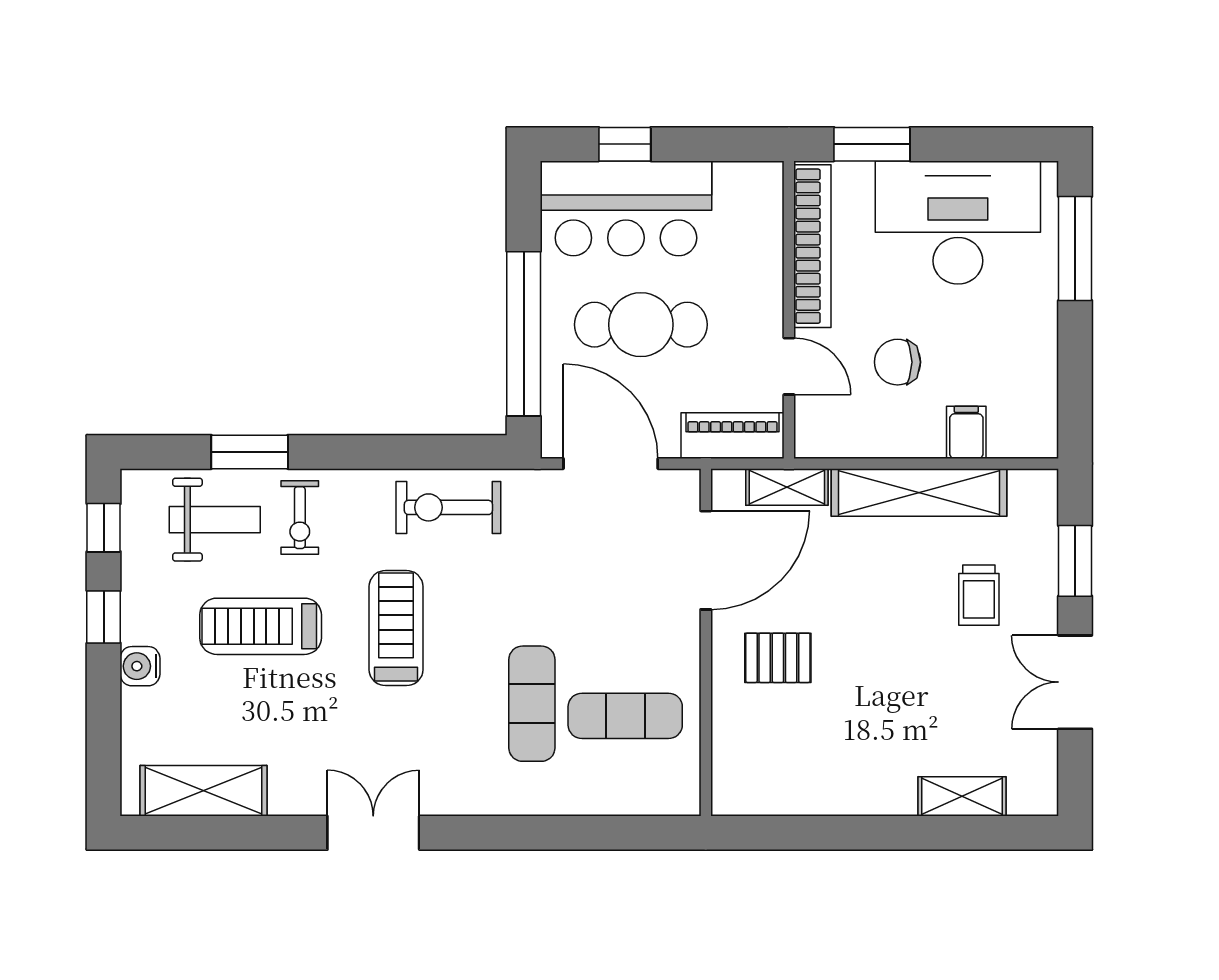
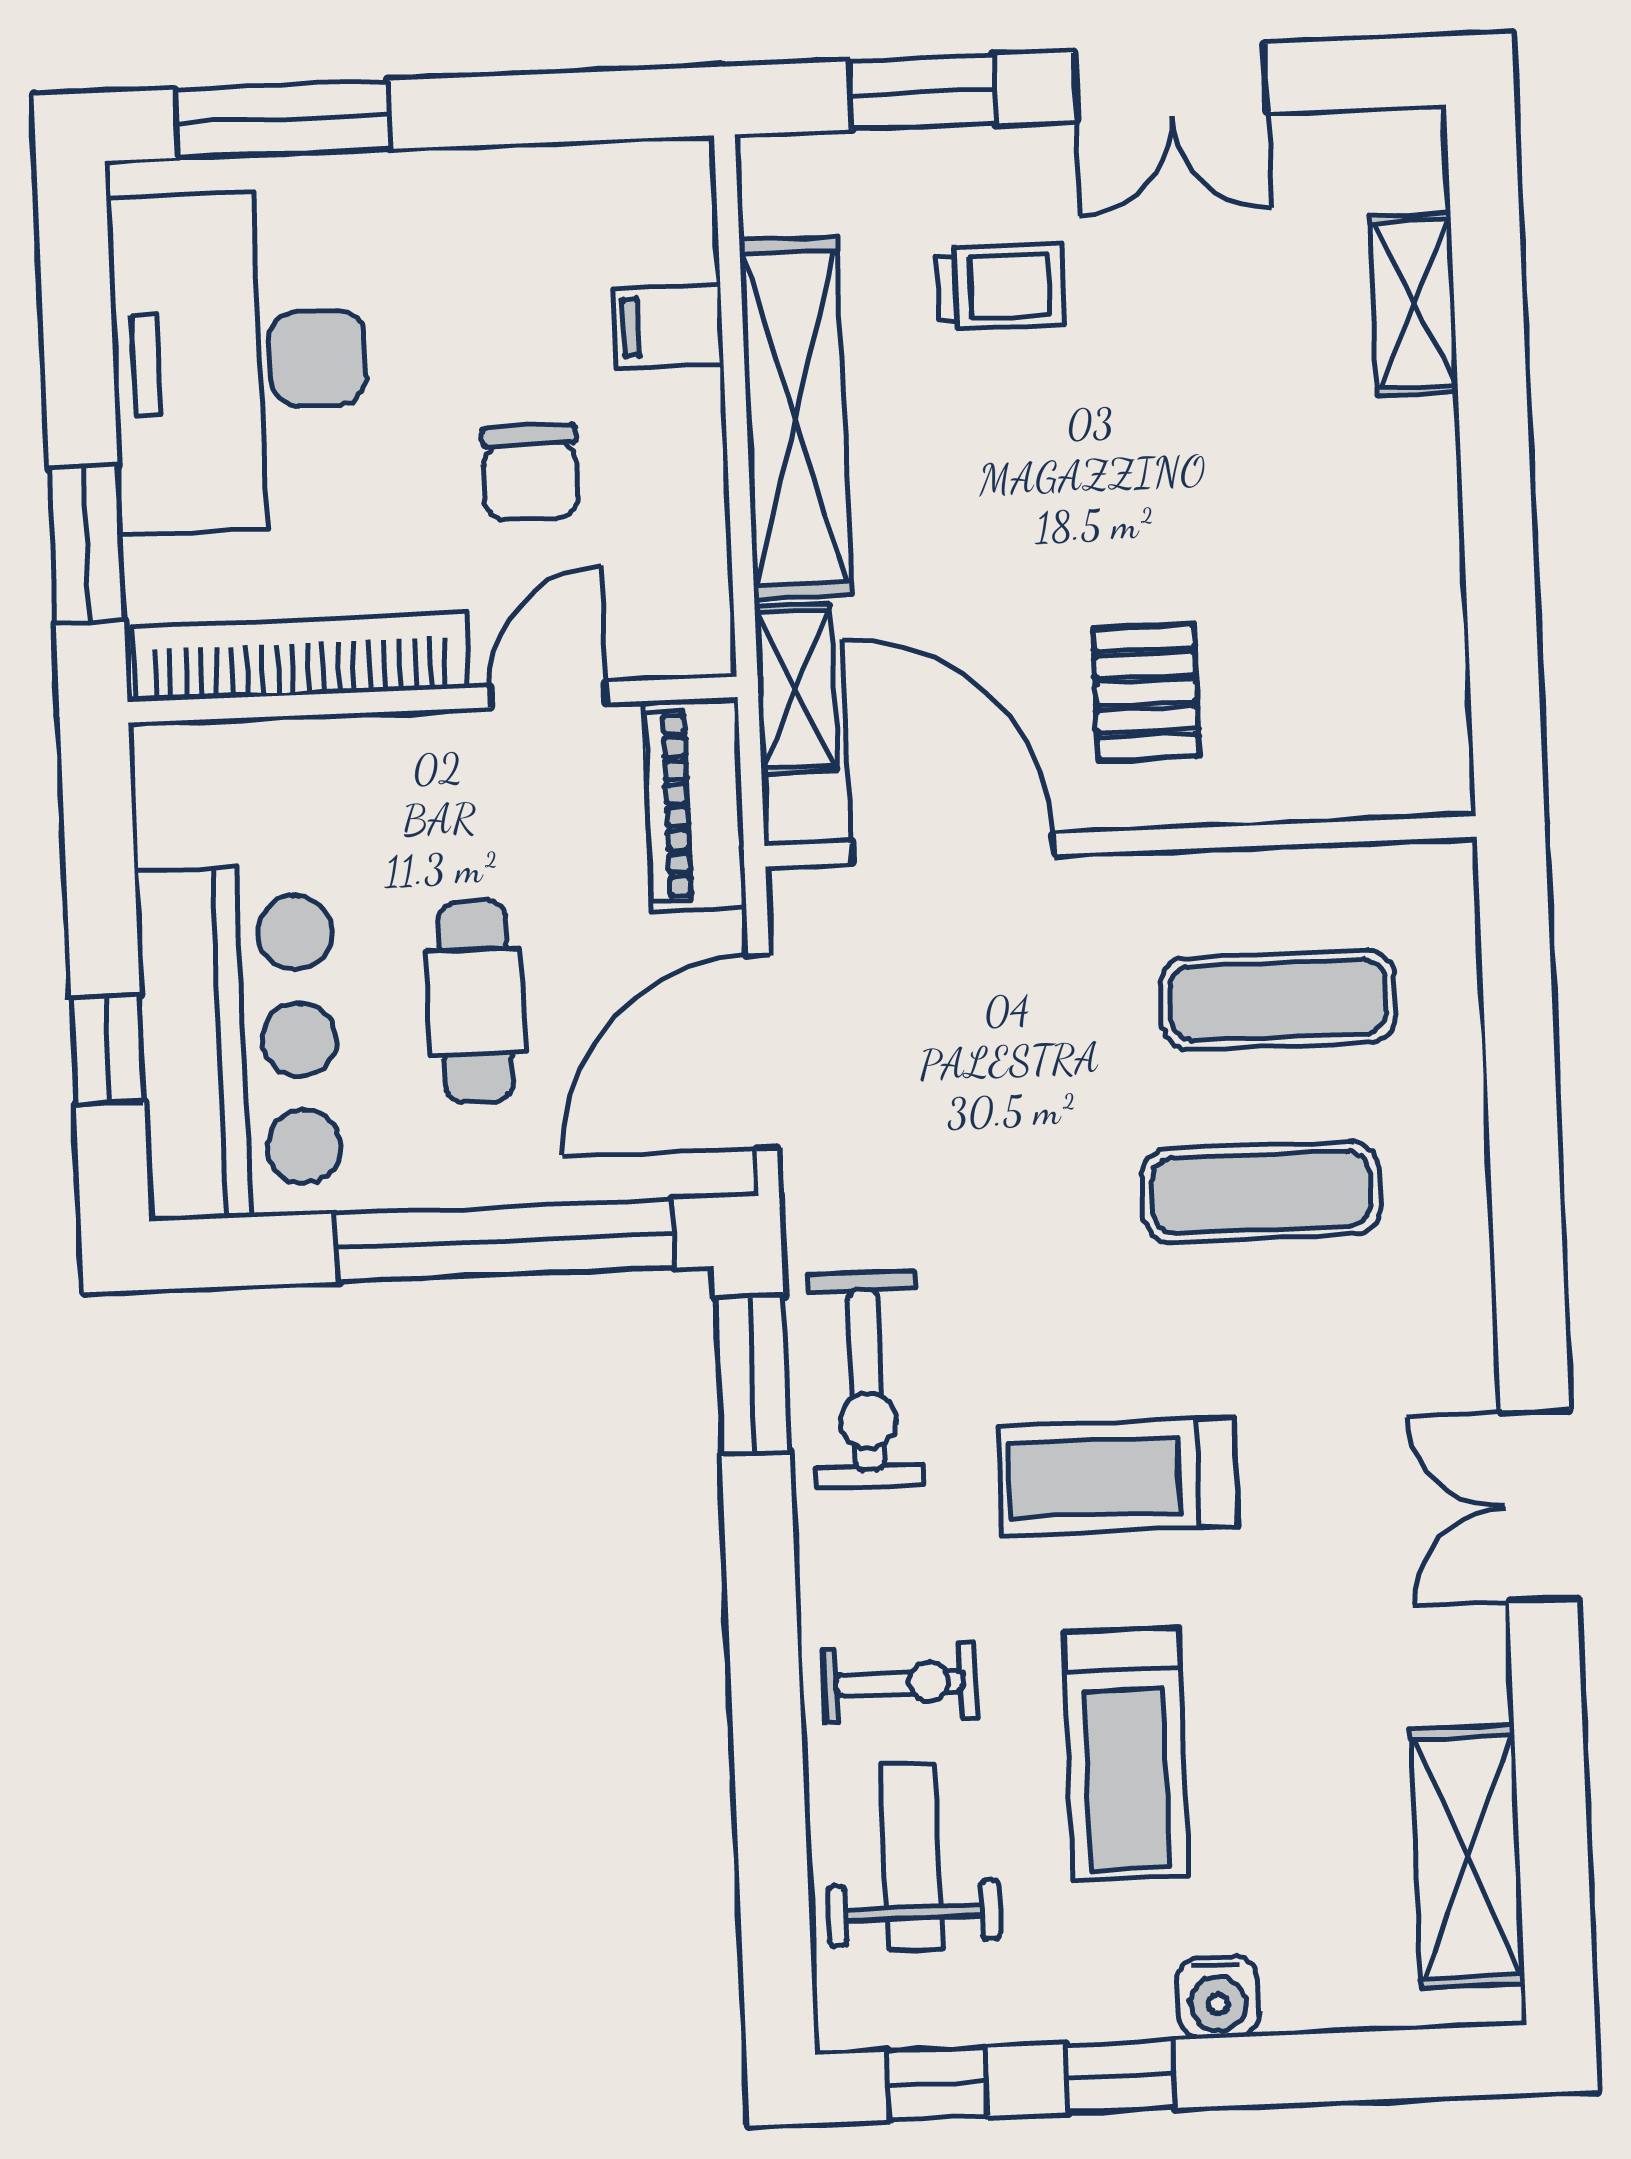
cafe table: (641, 325) -> (476, 1001), width x0.73, depth x0.74
window: (250, 452) -> (752, 1375), moved
exercise mat: (625, 716) -> (1278, 1000), turned 90

